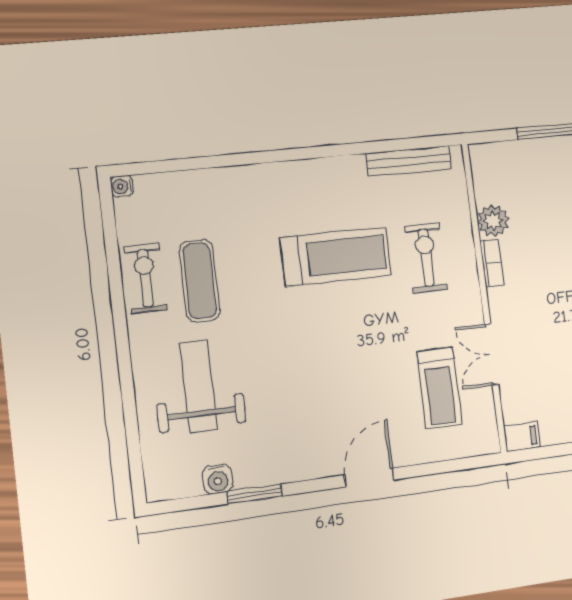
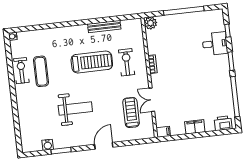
bench: (409, 161) -> (104, 27), moved
plant: (493, 221) -> (150, 23), moved
weight bench: (198, 386) -> (75, 109), moved, turned 90
treadmill: (439, 388) -> (131, 112), turned 180

